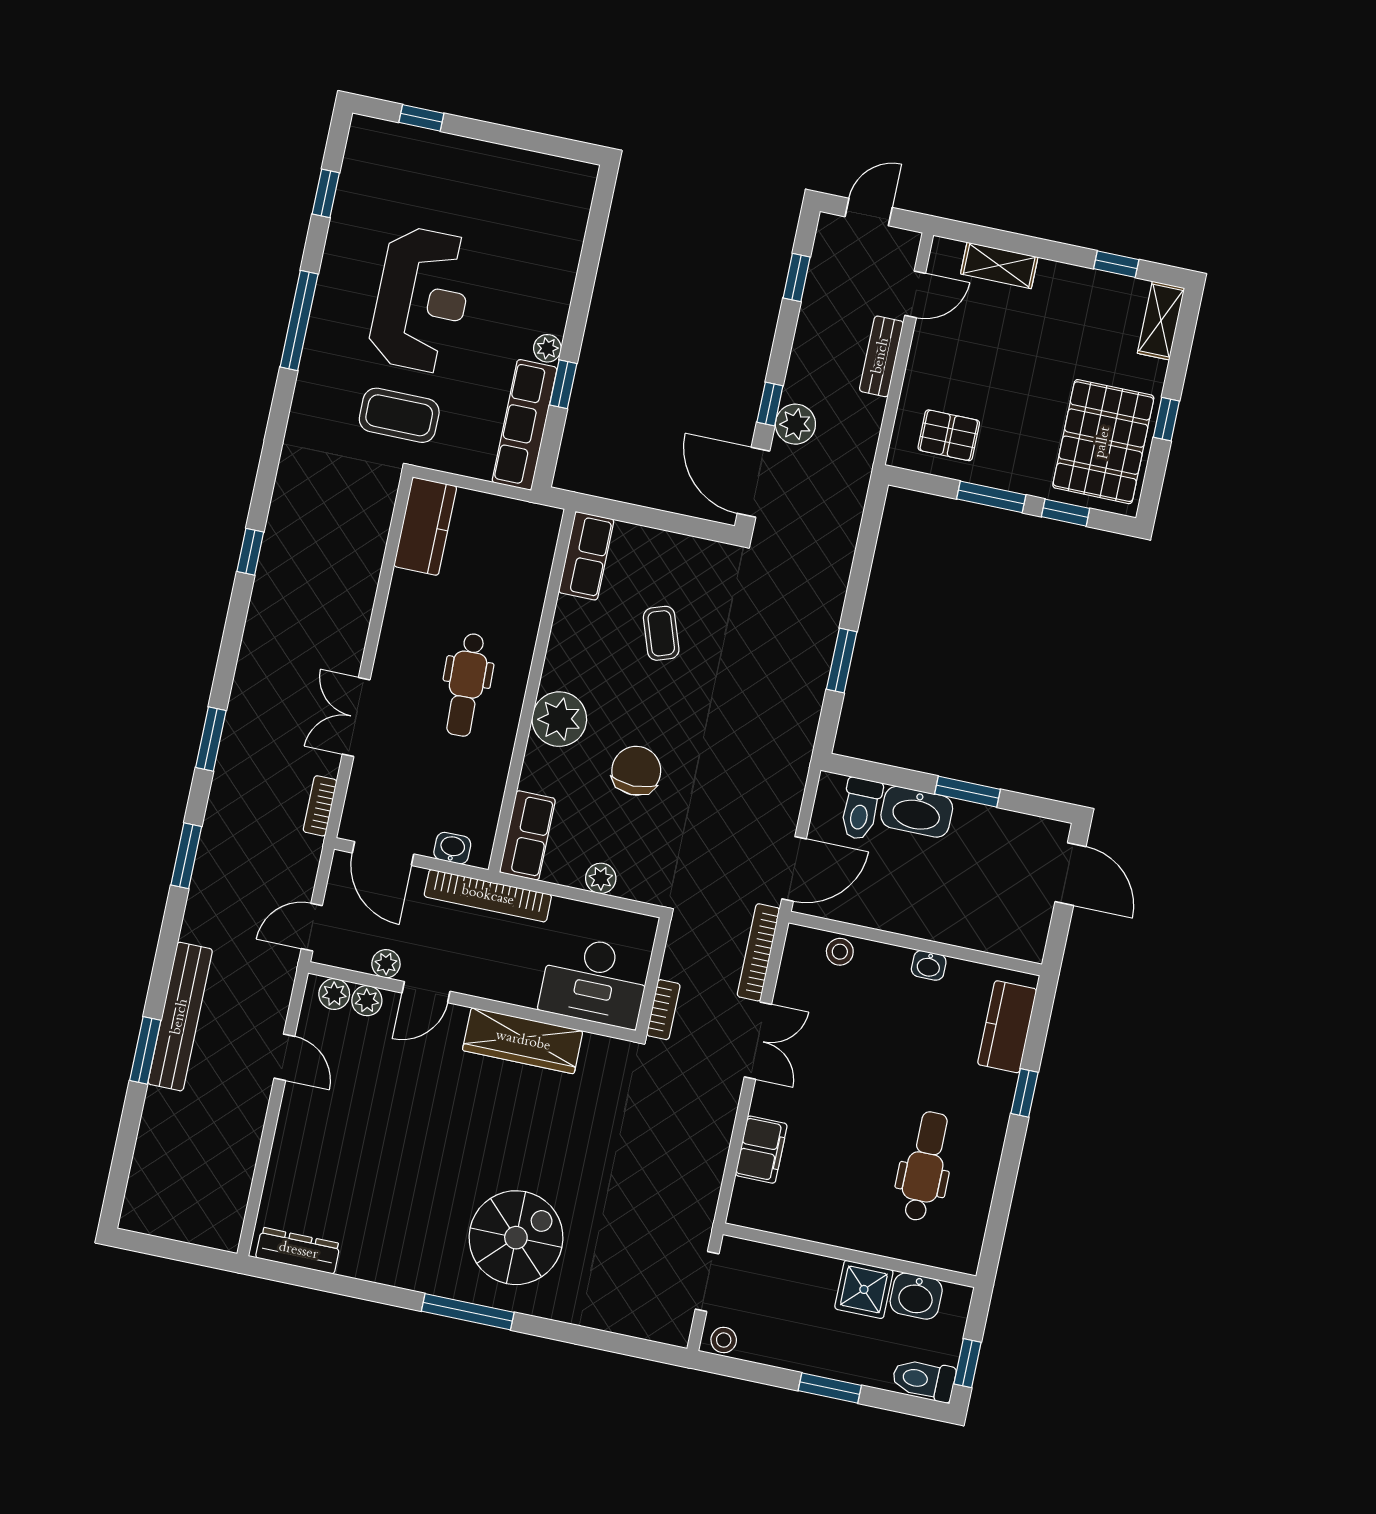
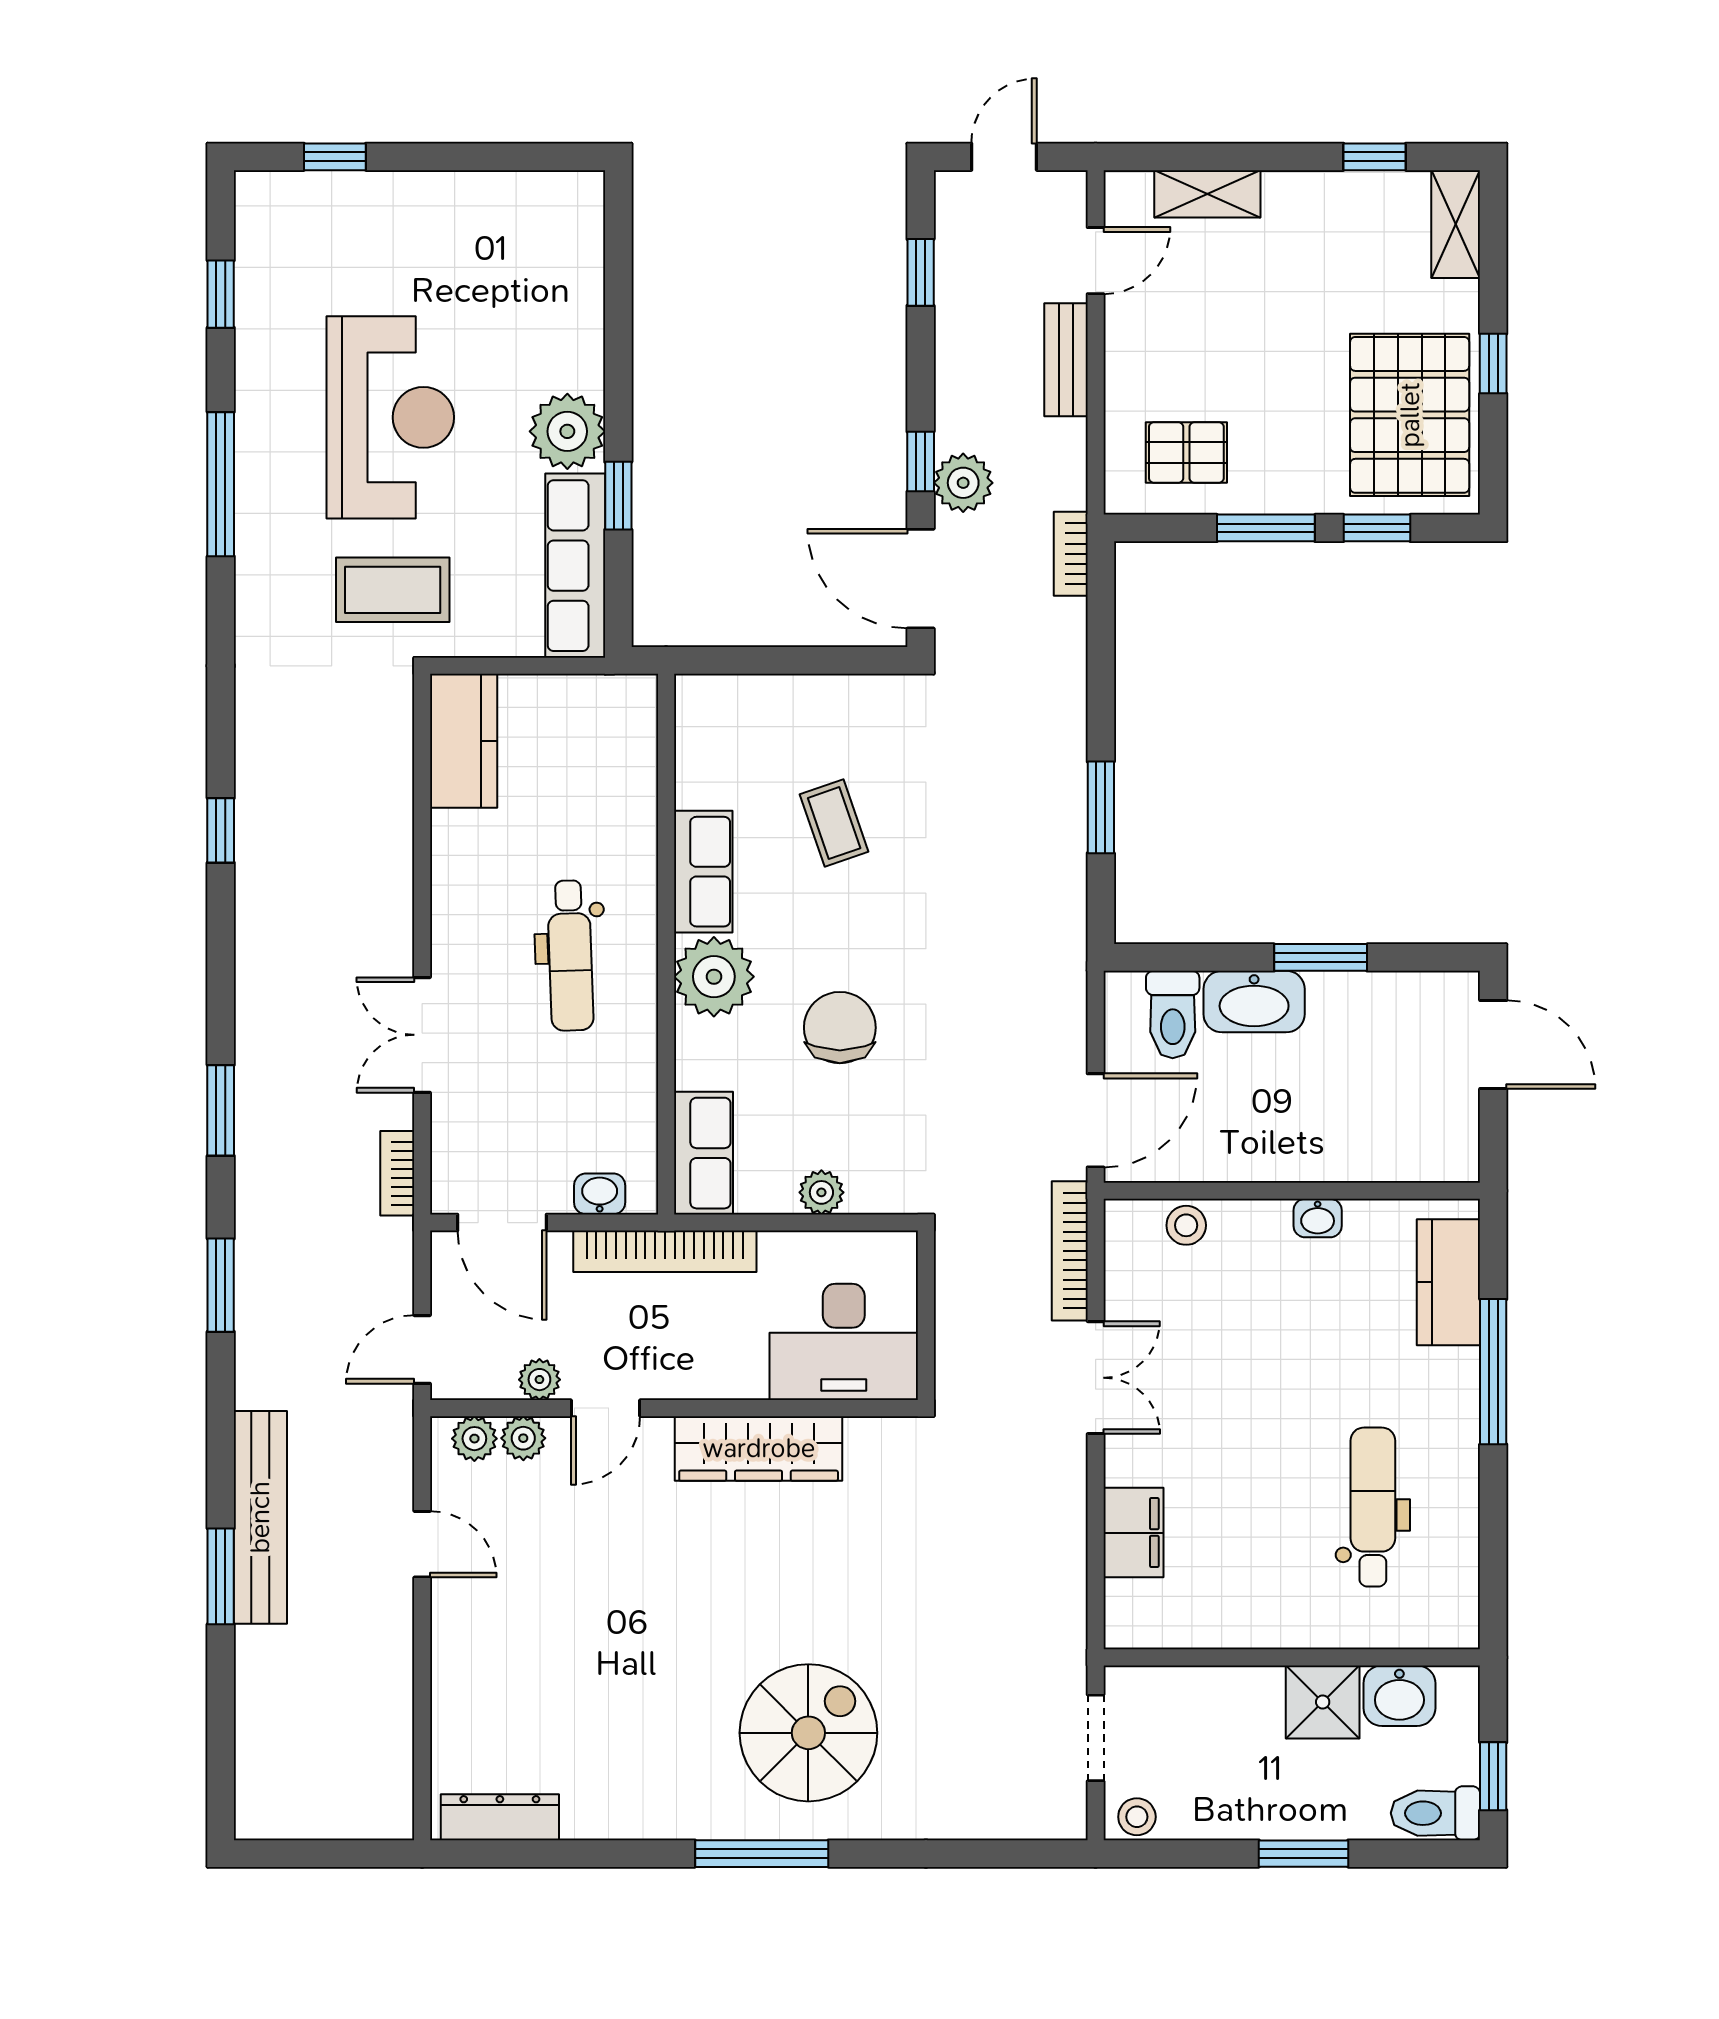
plant: (547, 348) -> (567, 431), width x1.87, depth x1.87
row of seats: (586, 556) -> (703, 872), moved
bookcase: (663, 1010) -> (1071, 554), moved, turned 180
window: (1024, 1093) -> (1493, 1372), width x2.17

